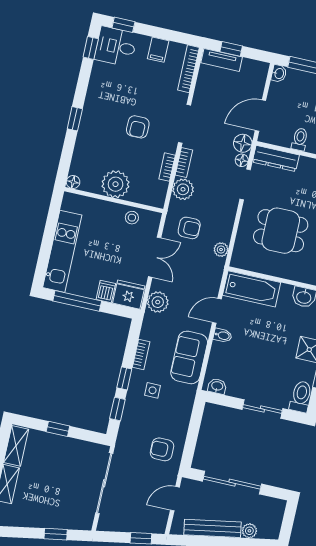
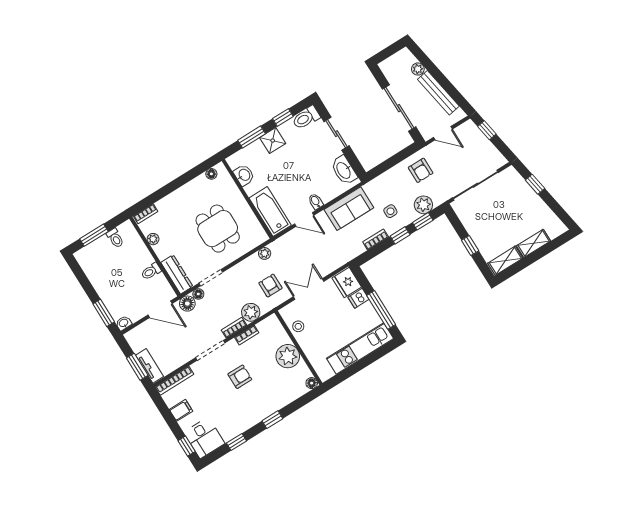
window: (91, 48) -> (236, 442), moved
window: (231, 49) -> (137, 367), width x1.50
plant: (158, 302) -> (423, 205), moved
washbasin: (217, 386) -> (344, 170), width x1.91, depth x1.45

